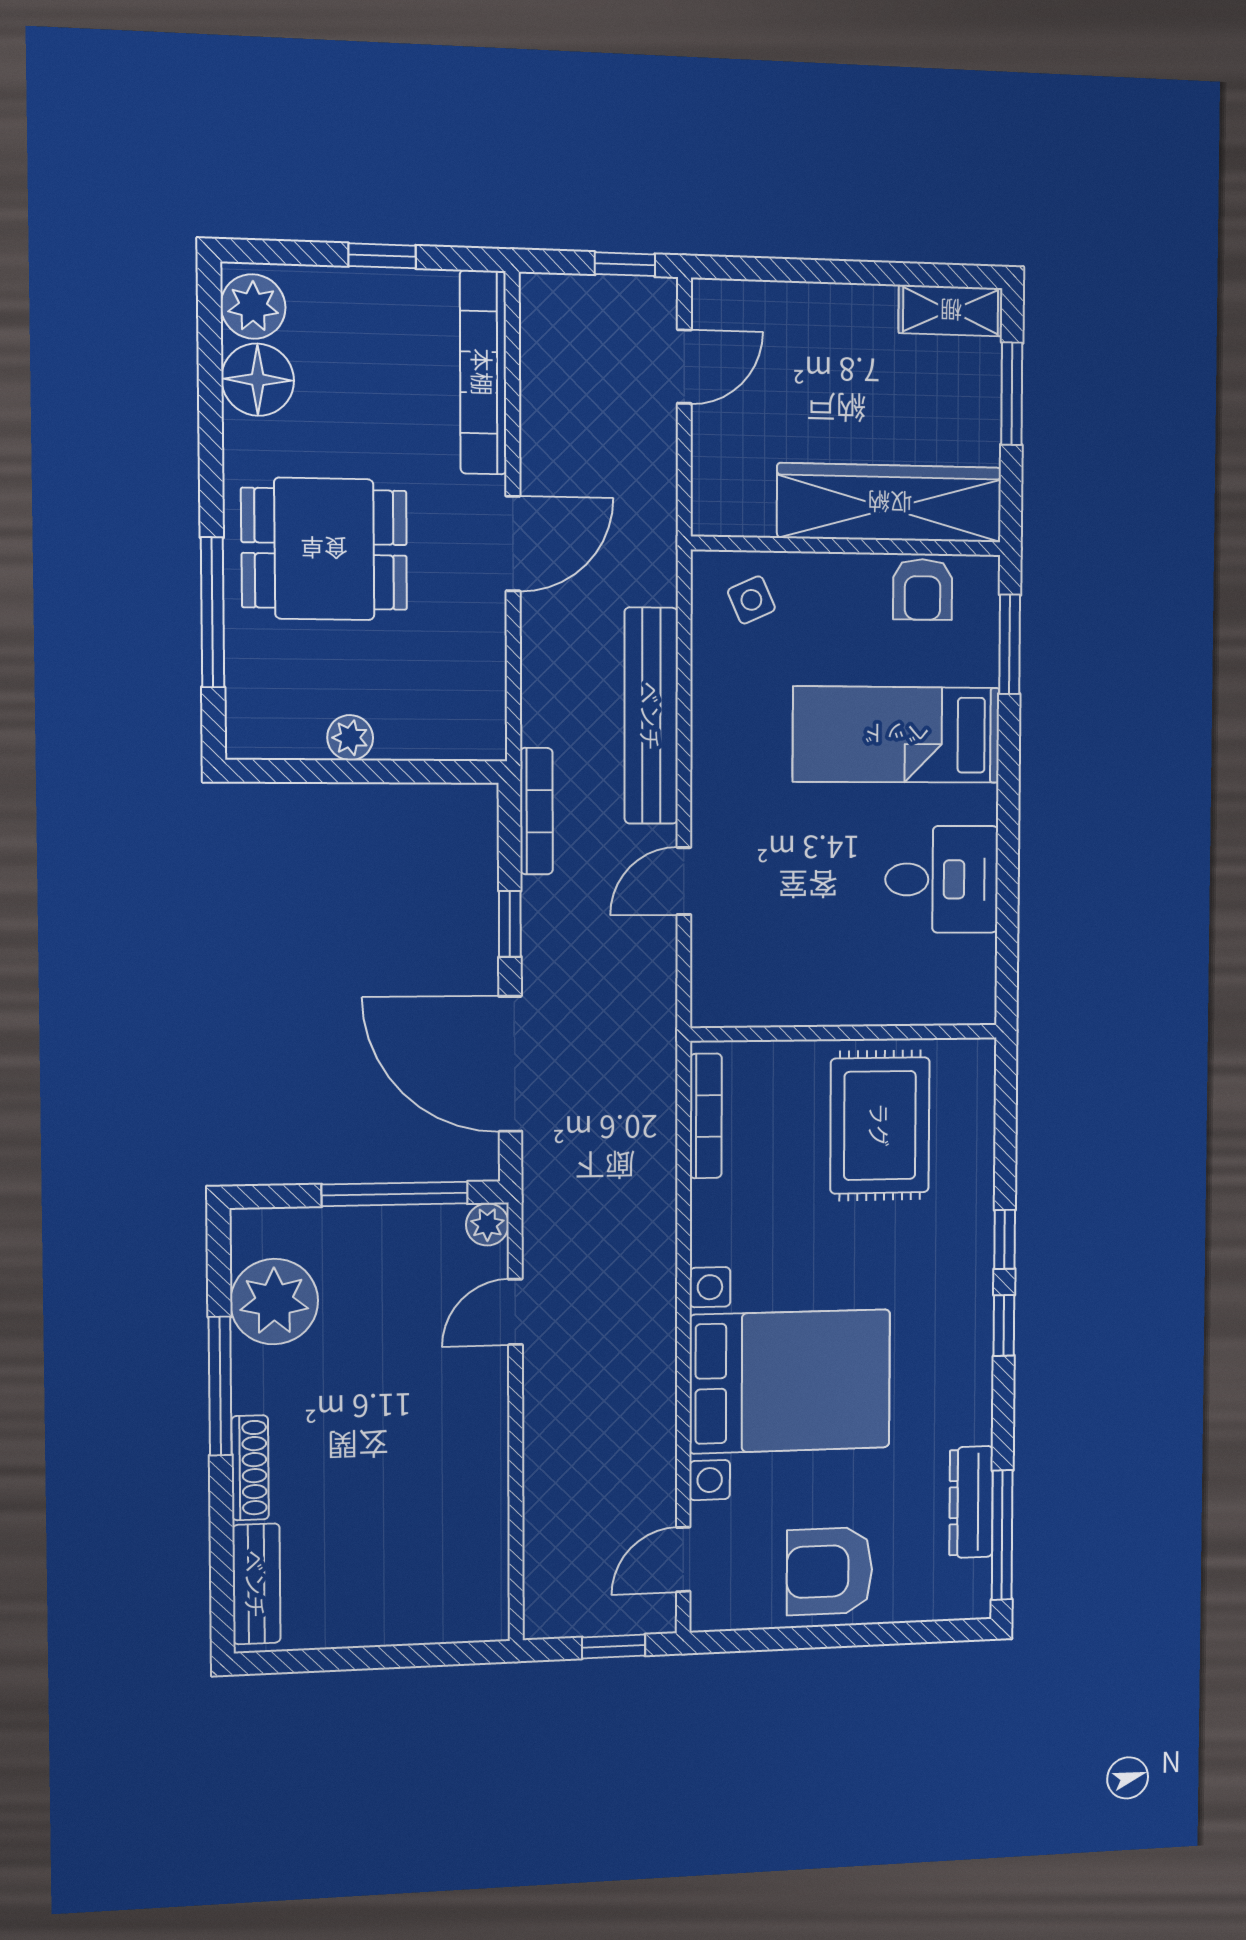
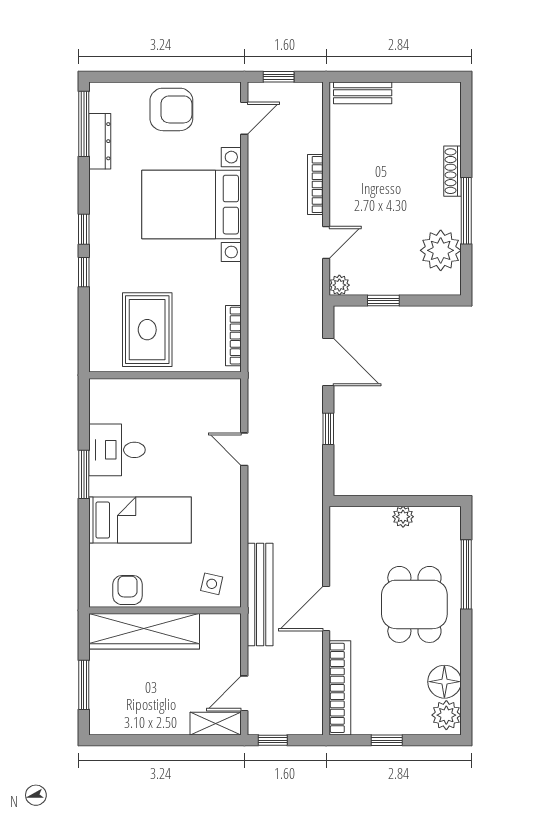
shelving: (951, 311) -> (216, 724), moved
dining table: (324, 549) -> (414, 604), turned 90
side table: (751, 600) -> (212, 584), turned 37
window: (1010, 644) -> (84, 474), moved
bench: (651, 716) -> (260, 595), moved
bookcase: (536, 811) -> (315, 185), moved
door: (684, 881) -> (244, 449), swing flipped
door: (510, 1064) -> (328, 362), width x0.73
window: (395, 1194) -> (383, 301), width x0.46
bench: (256, 1584) -> (363, 93), moved, turned 90

